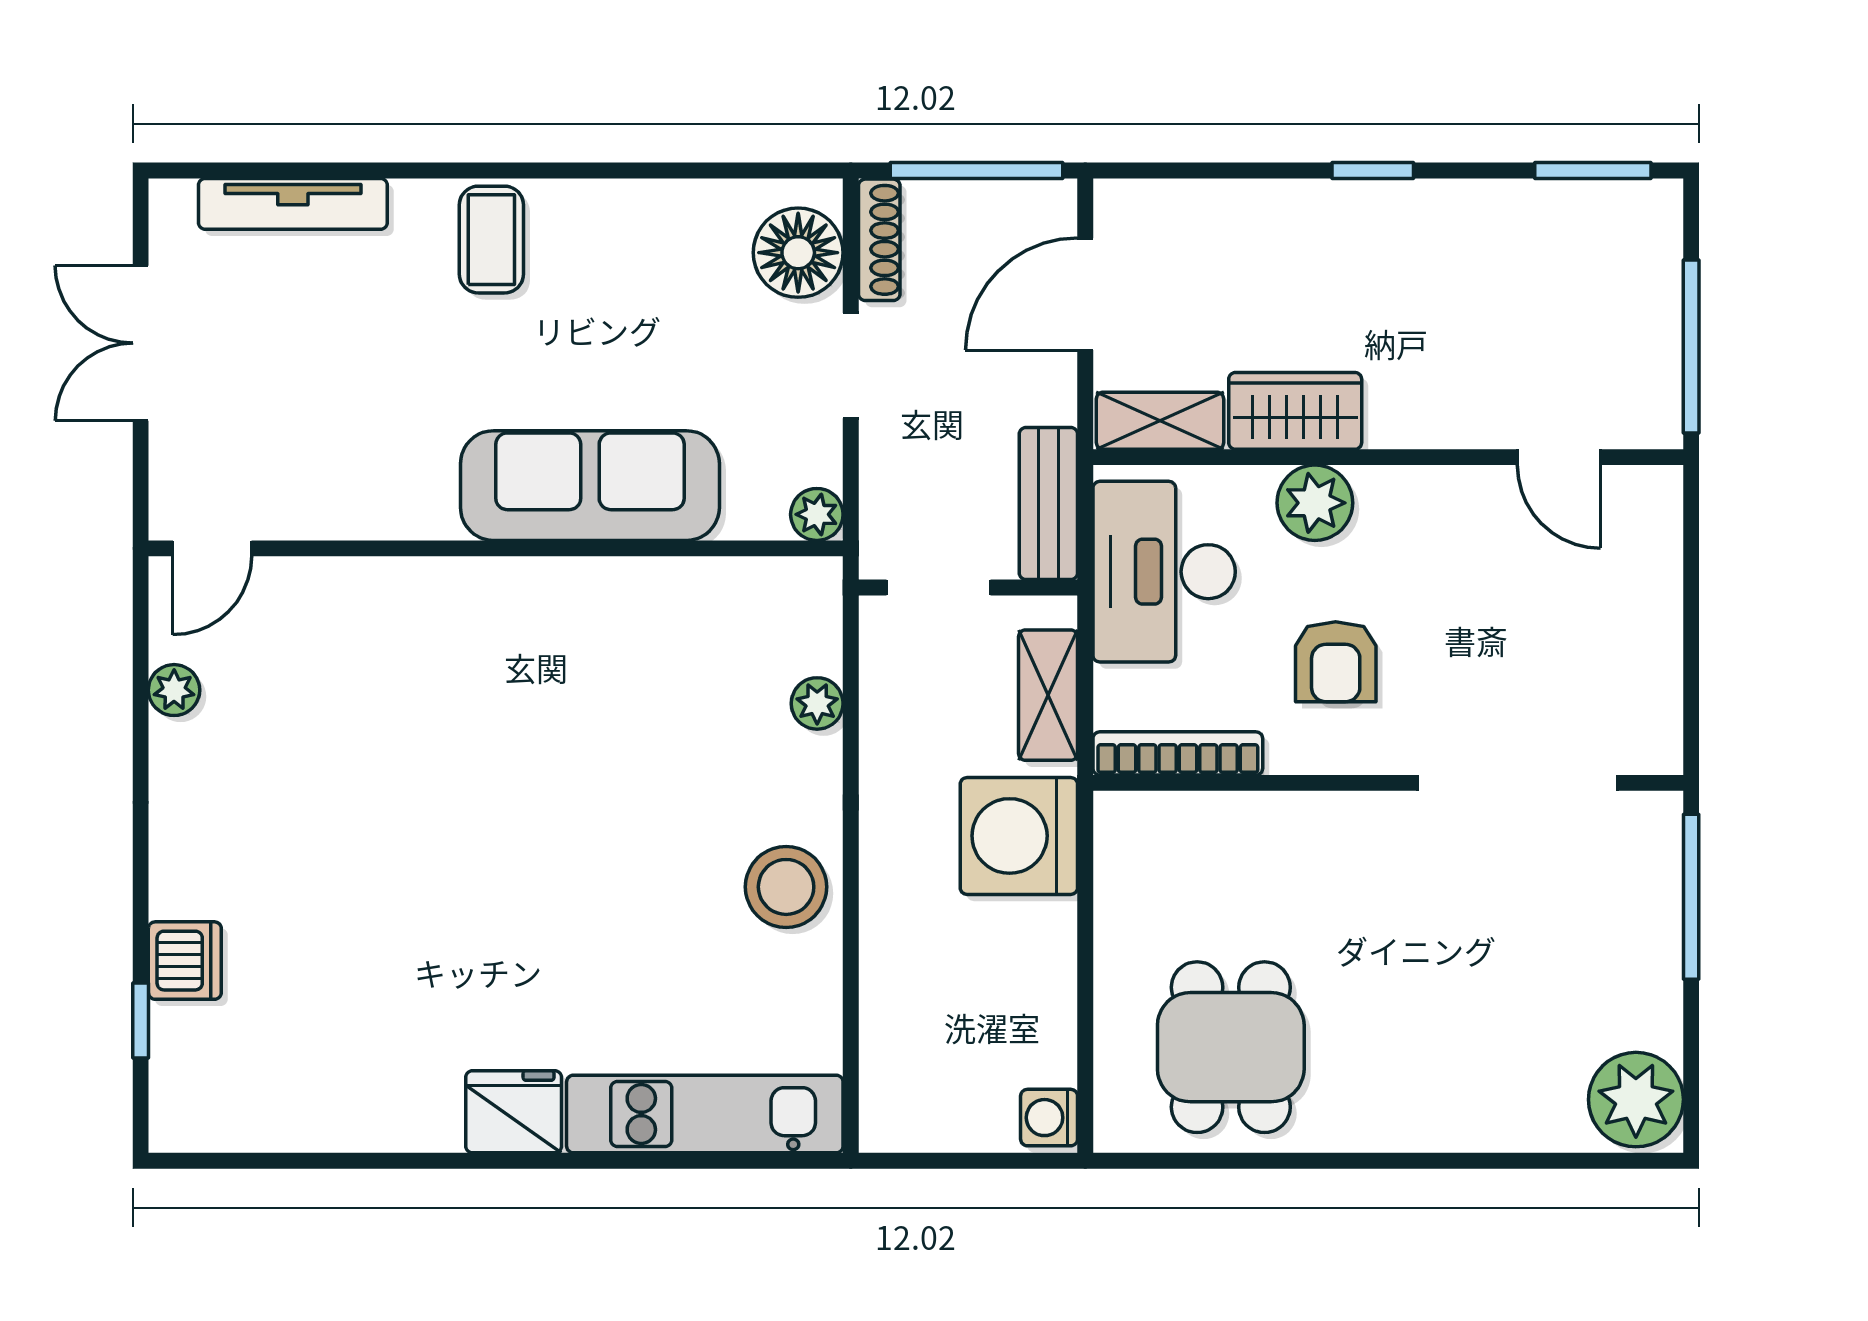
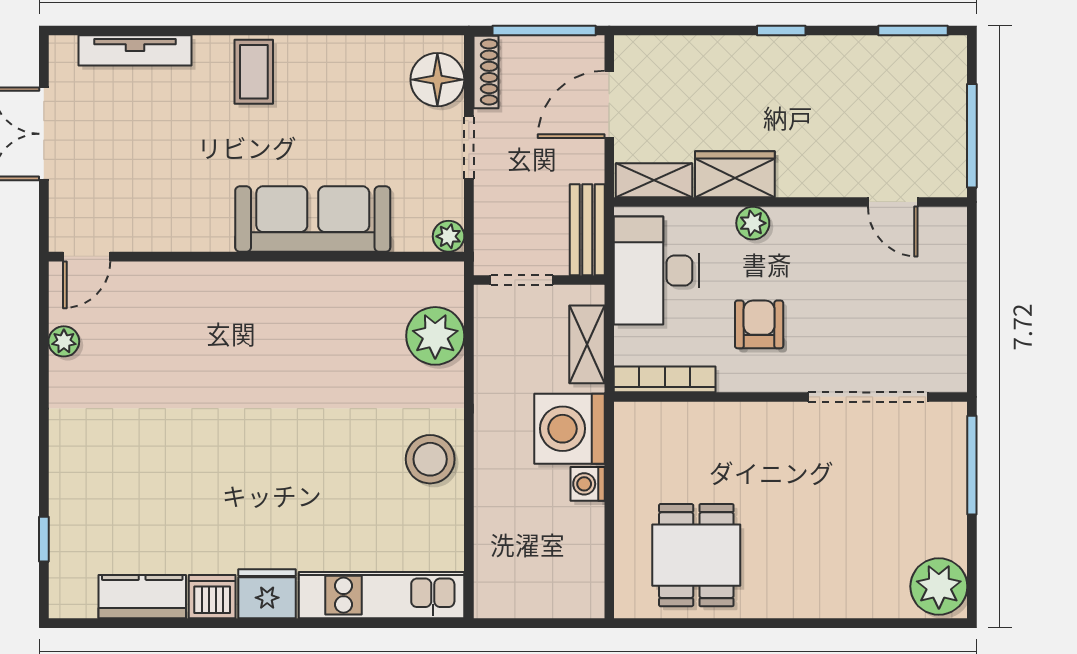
plant: (1315, 503) -> (753, 223), width x0.73, depth x0.73
armchair: (1336, 662) -> (759, 324), turned 180
plant: (817, 703) -> (435, 336), width x1.88, depth x1.88
dishwasher: (185, 961) -> (212, 597), moved, turned -90
kitchen counter: (305, 1117) -> (142, 597), added
washing machine: (1049, 1118) -> (588, 484), moved

